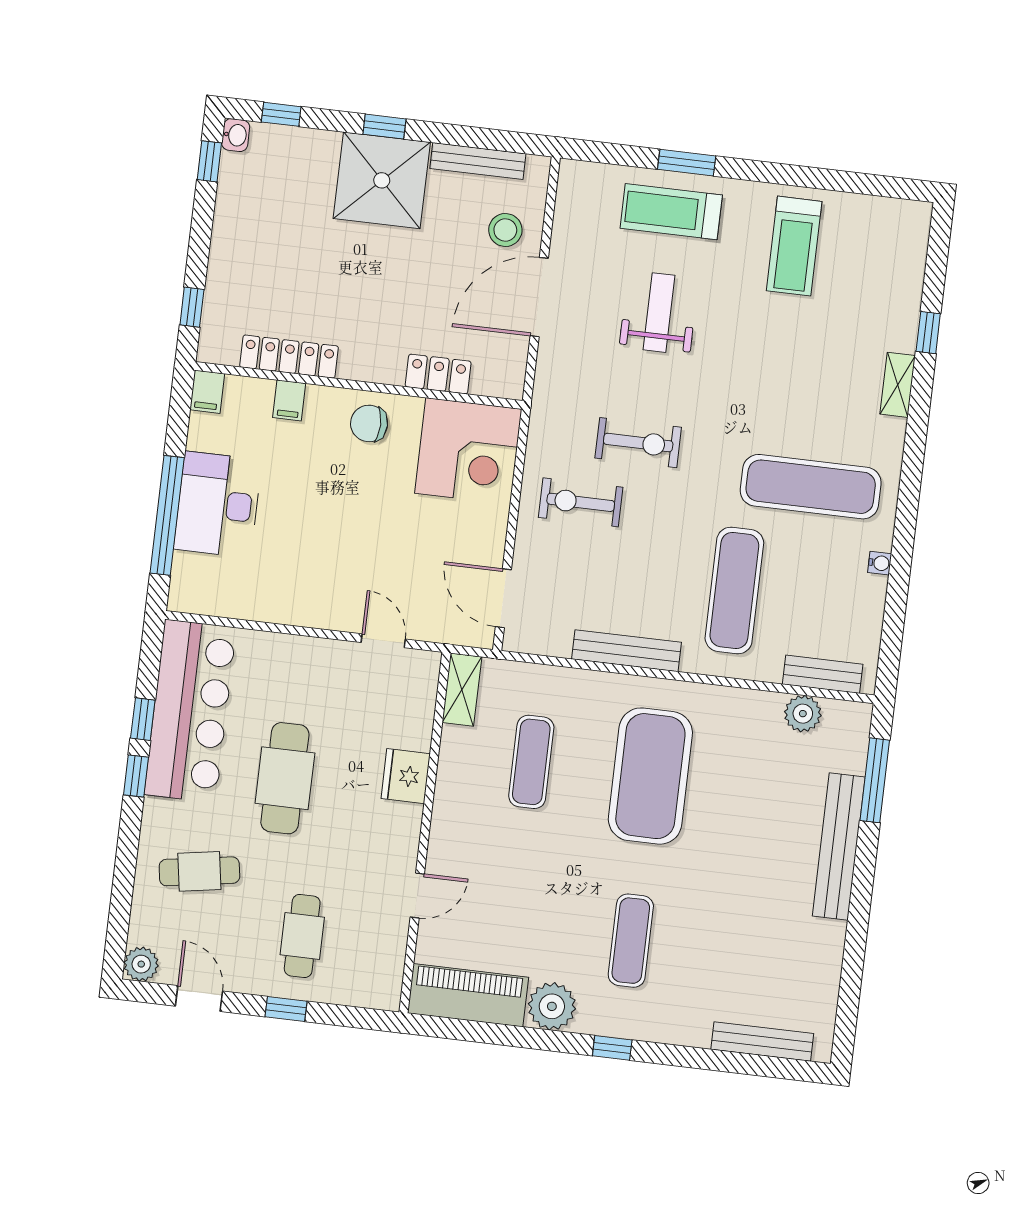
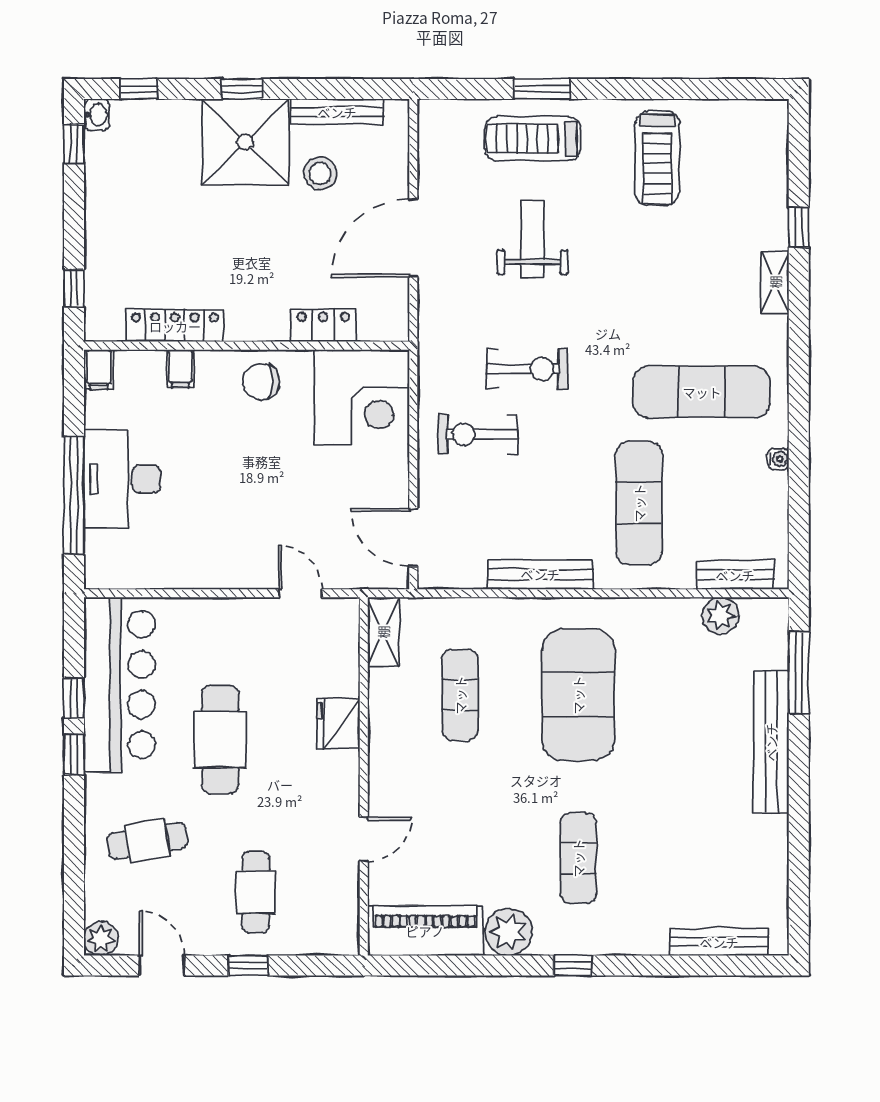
stool: (505, 230) -> (320, 173), moved

